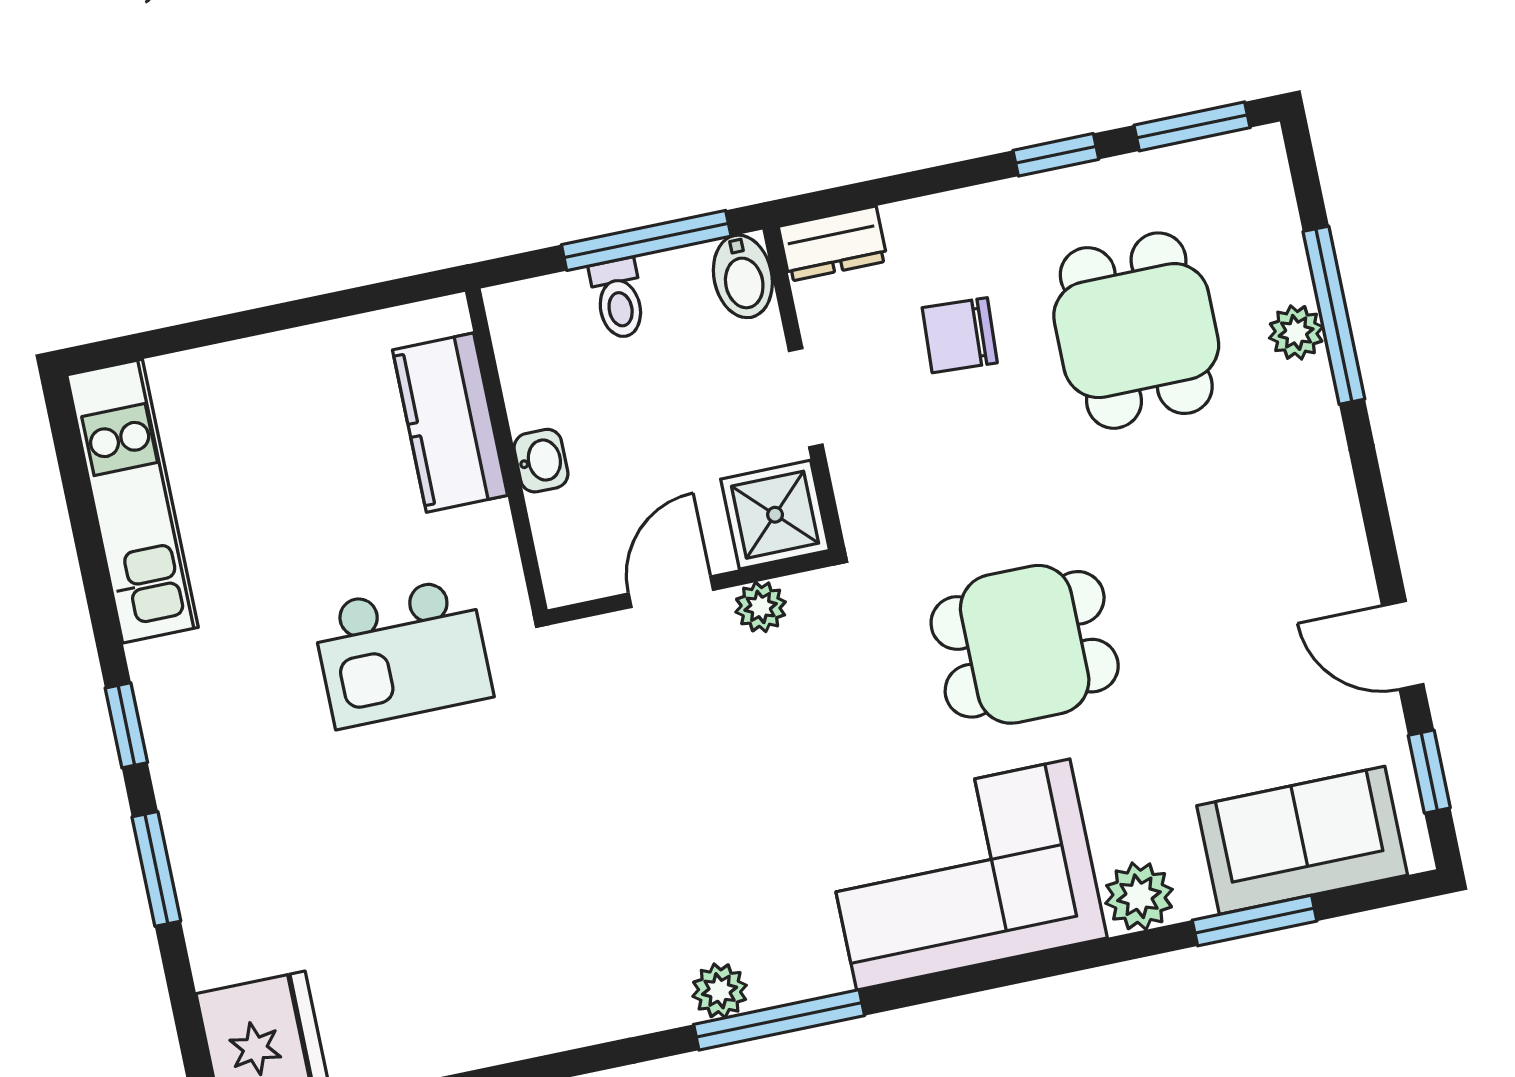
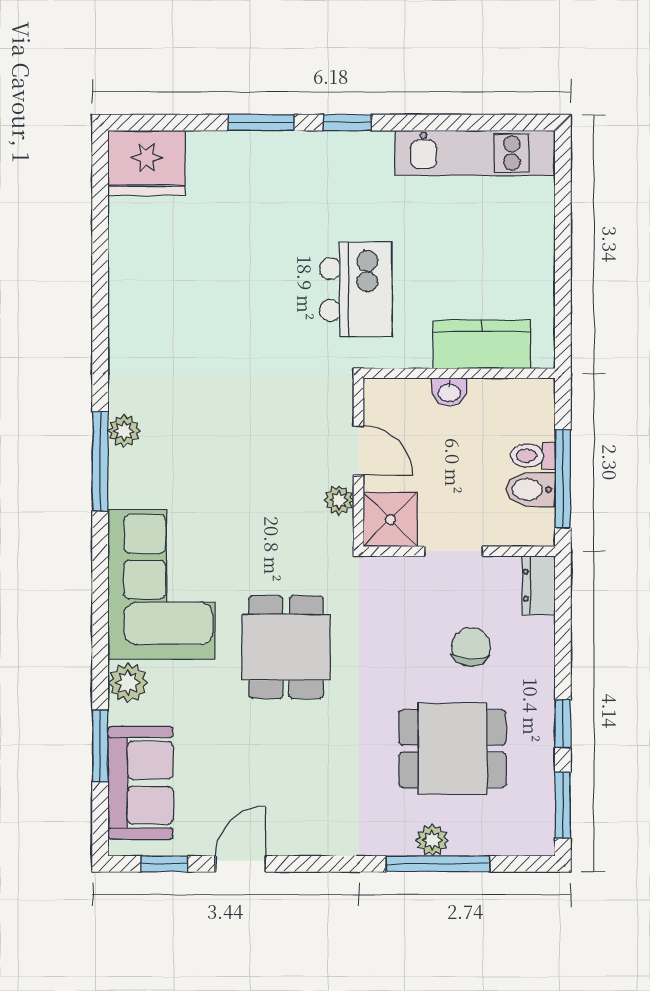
bidet: (743, 276) -> (531, 489), moved
kitchen island: (402, 653) -> (356, 289), turned 180

